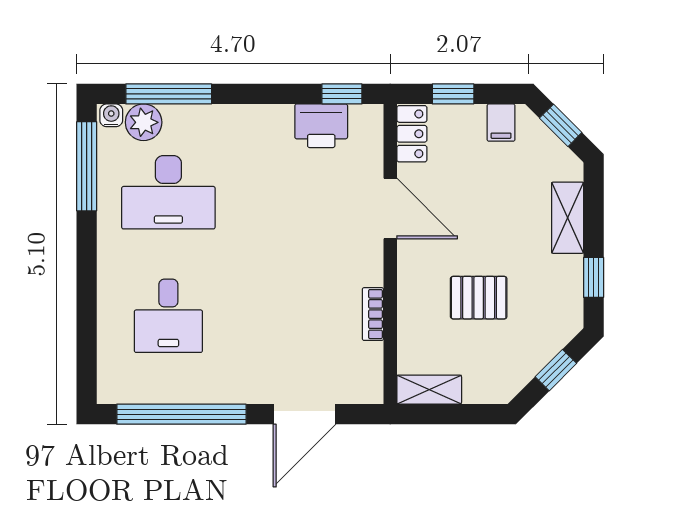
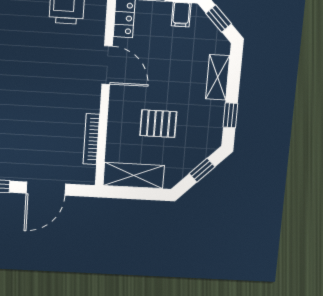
bookcase: (373, 314) -> (91, 139), width x1.56
shelving: (429, 390) -> (134, 175), width x1.50, depth x1.33

